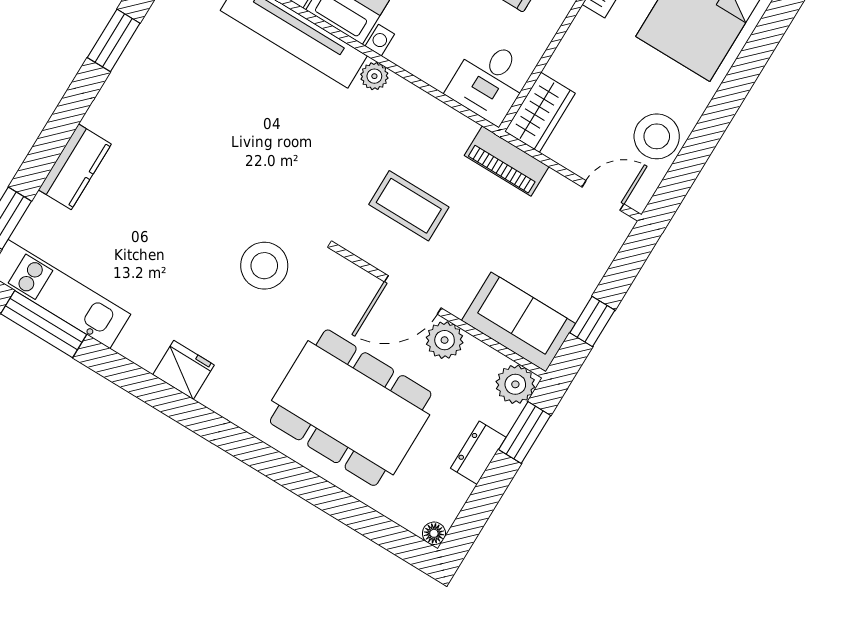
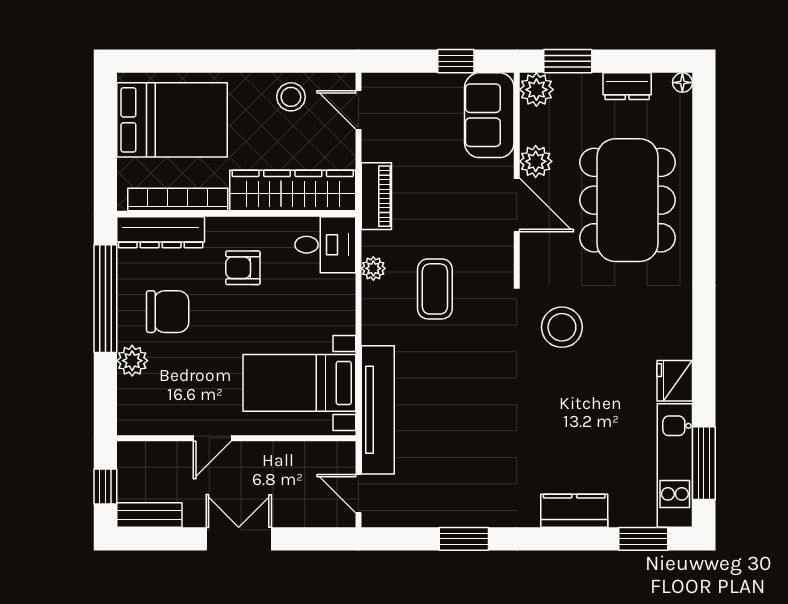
plant: (374, 76) -> (373, 268), moved
wardrobe: (540, 112) -> (293, 190), width x2.10, depth x1.17
stool: (657, 136) -> (291, 97), width x0.73, depth x0.73
coffee table: (409, 206) -> (435, 289), moved
fridge: (183, 370) -> (675, 381), moved
dresser: (478, 453) -> (627, 86), moved

